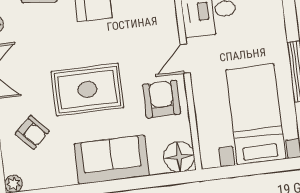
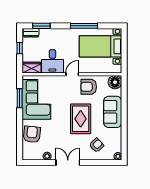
door: (185, 58) -> (72, 74), swing flipped

